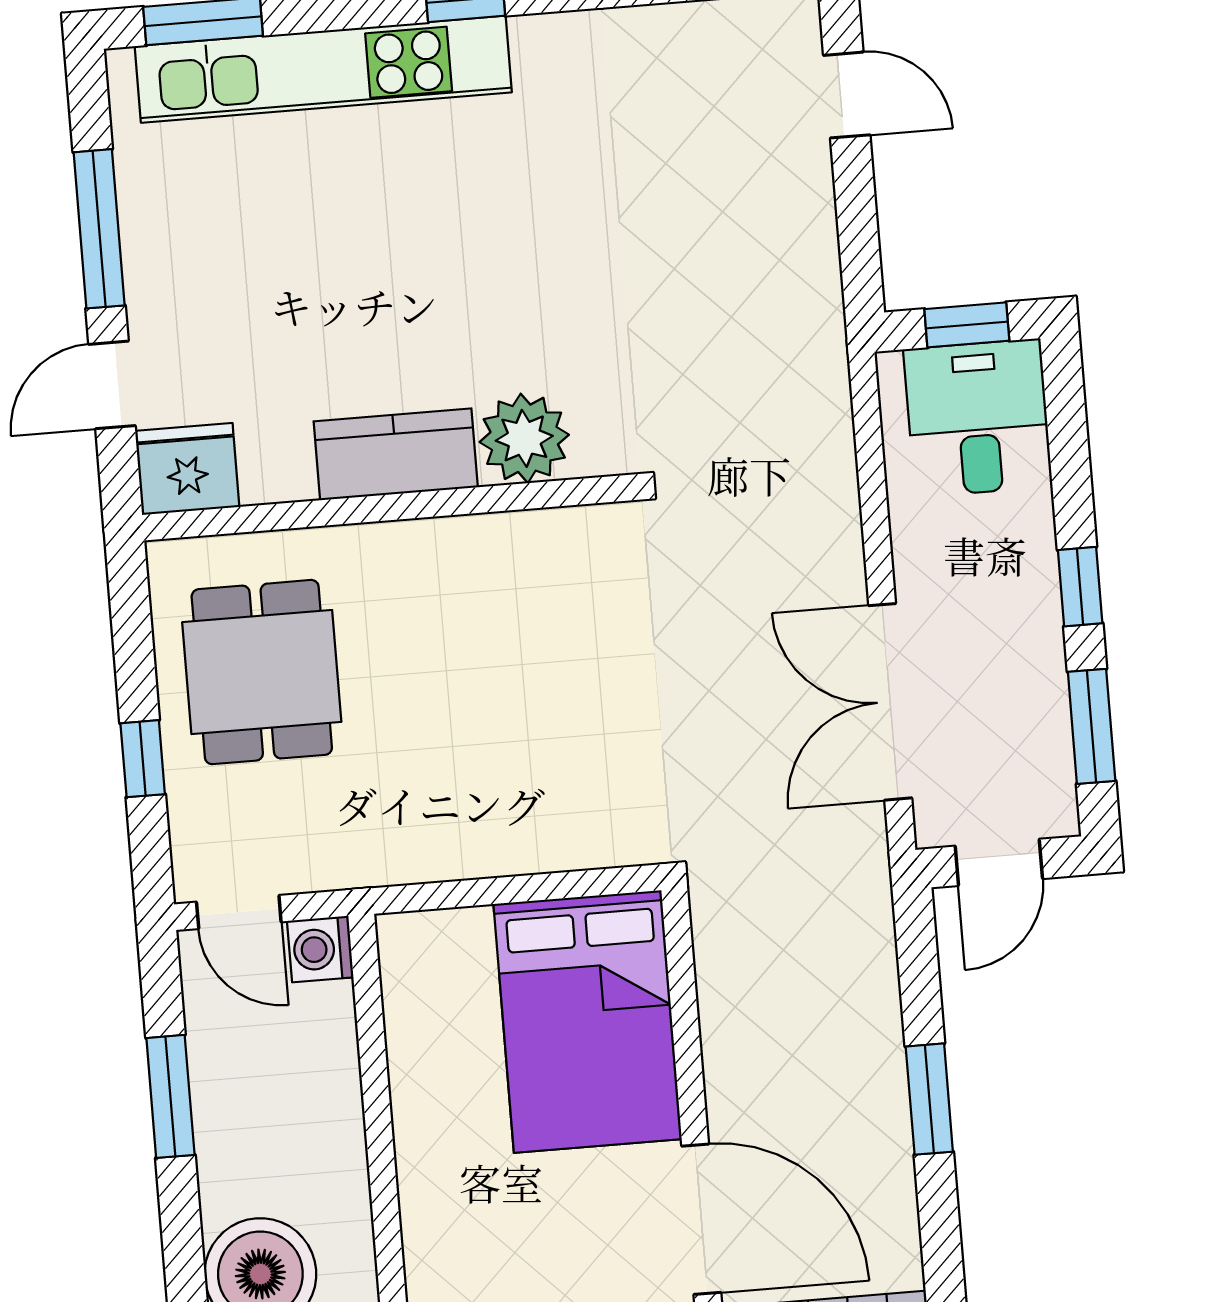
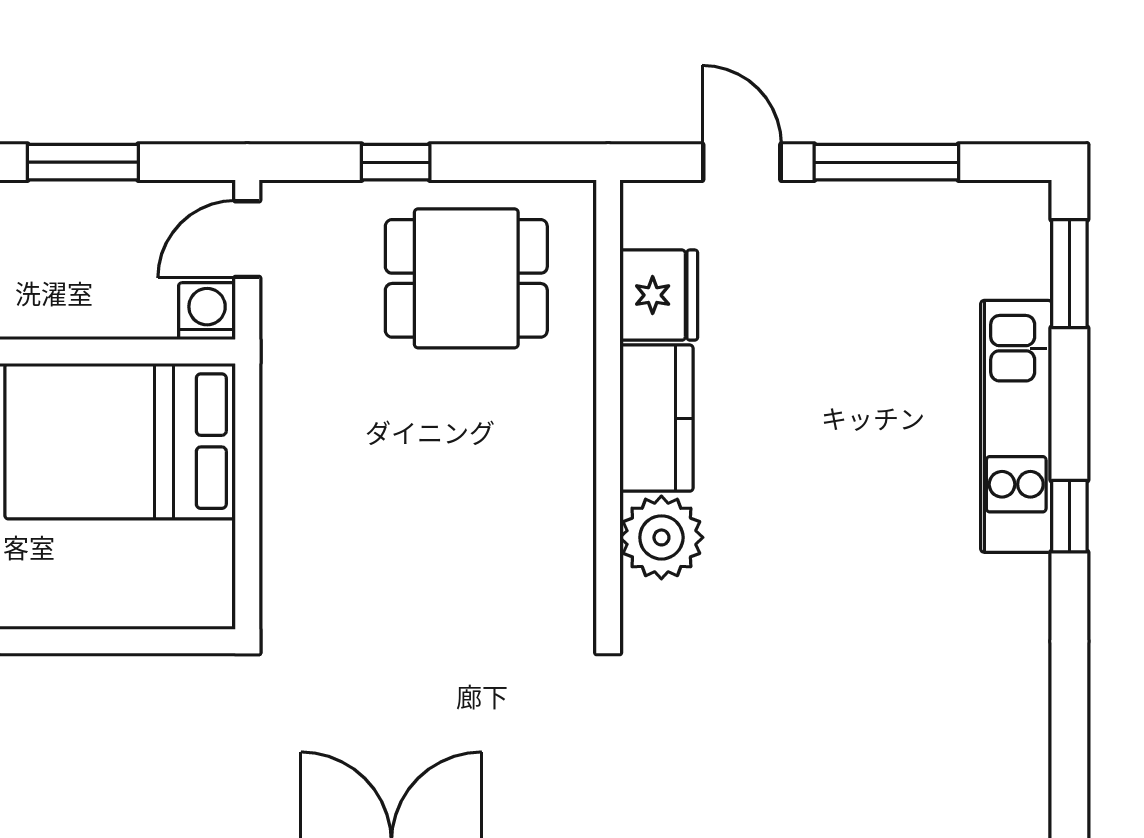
kitchen unit: (323, 69) -> (1016, 426), width x0.73
fridge: (187, 469) -> (659, 295), moved
bed: (588, 1021) -> (120, 441), moved

